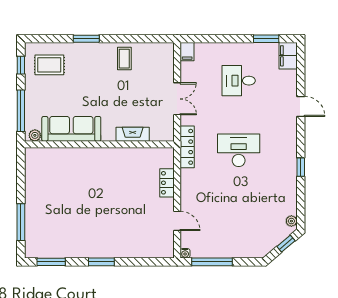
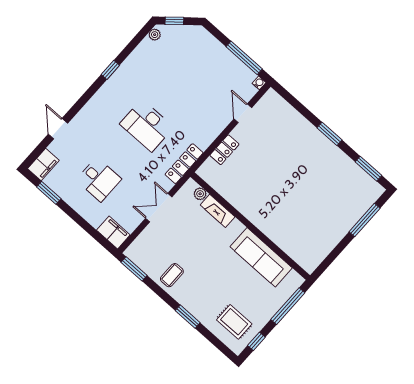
window: (156, 39) -> (134, 269), added
filing cabinet: (187, 52) -> (113, 233), width x2.00
door: (301, 106) -> (58, 129), moved
plant: (35, 135) -> (200, 194), moved

